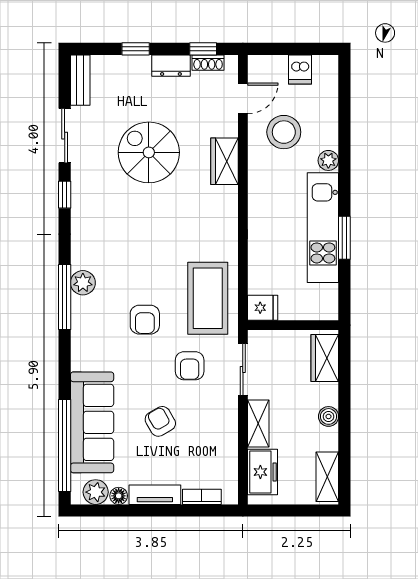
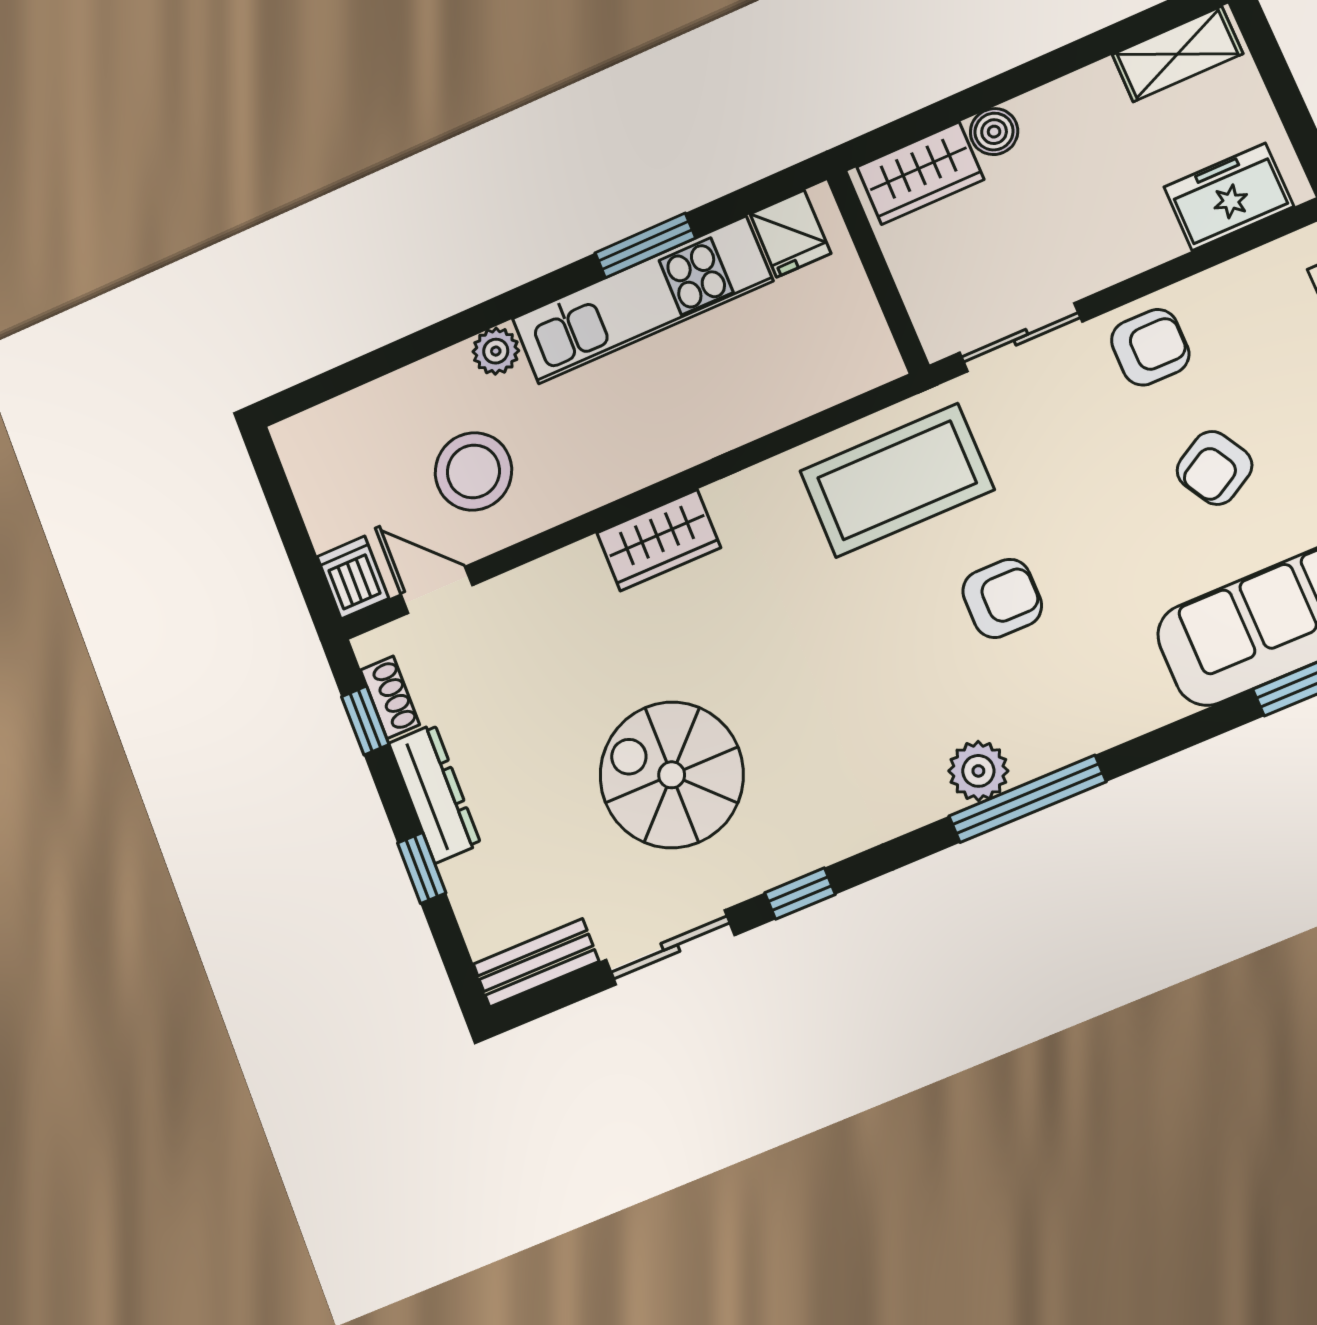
dresser: (171, 66) -> (435, 793), width x1.44
dishwasher: (300, 69) -> (353, 577), moved, turned -90
spiral stairs: (149, 152) -> (672, 775), moved, turned 90
wardrobe: (224, 161) -> (659, 540), moved
fridge: (263, 308) -> (790, 234), moved, turned 180
armchair: (190, 366) -> (1150, 347), moved
boiler: (329, 416) -> (994, 132), moved
shelving: (258, 423) -> (1125, 252), removed

